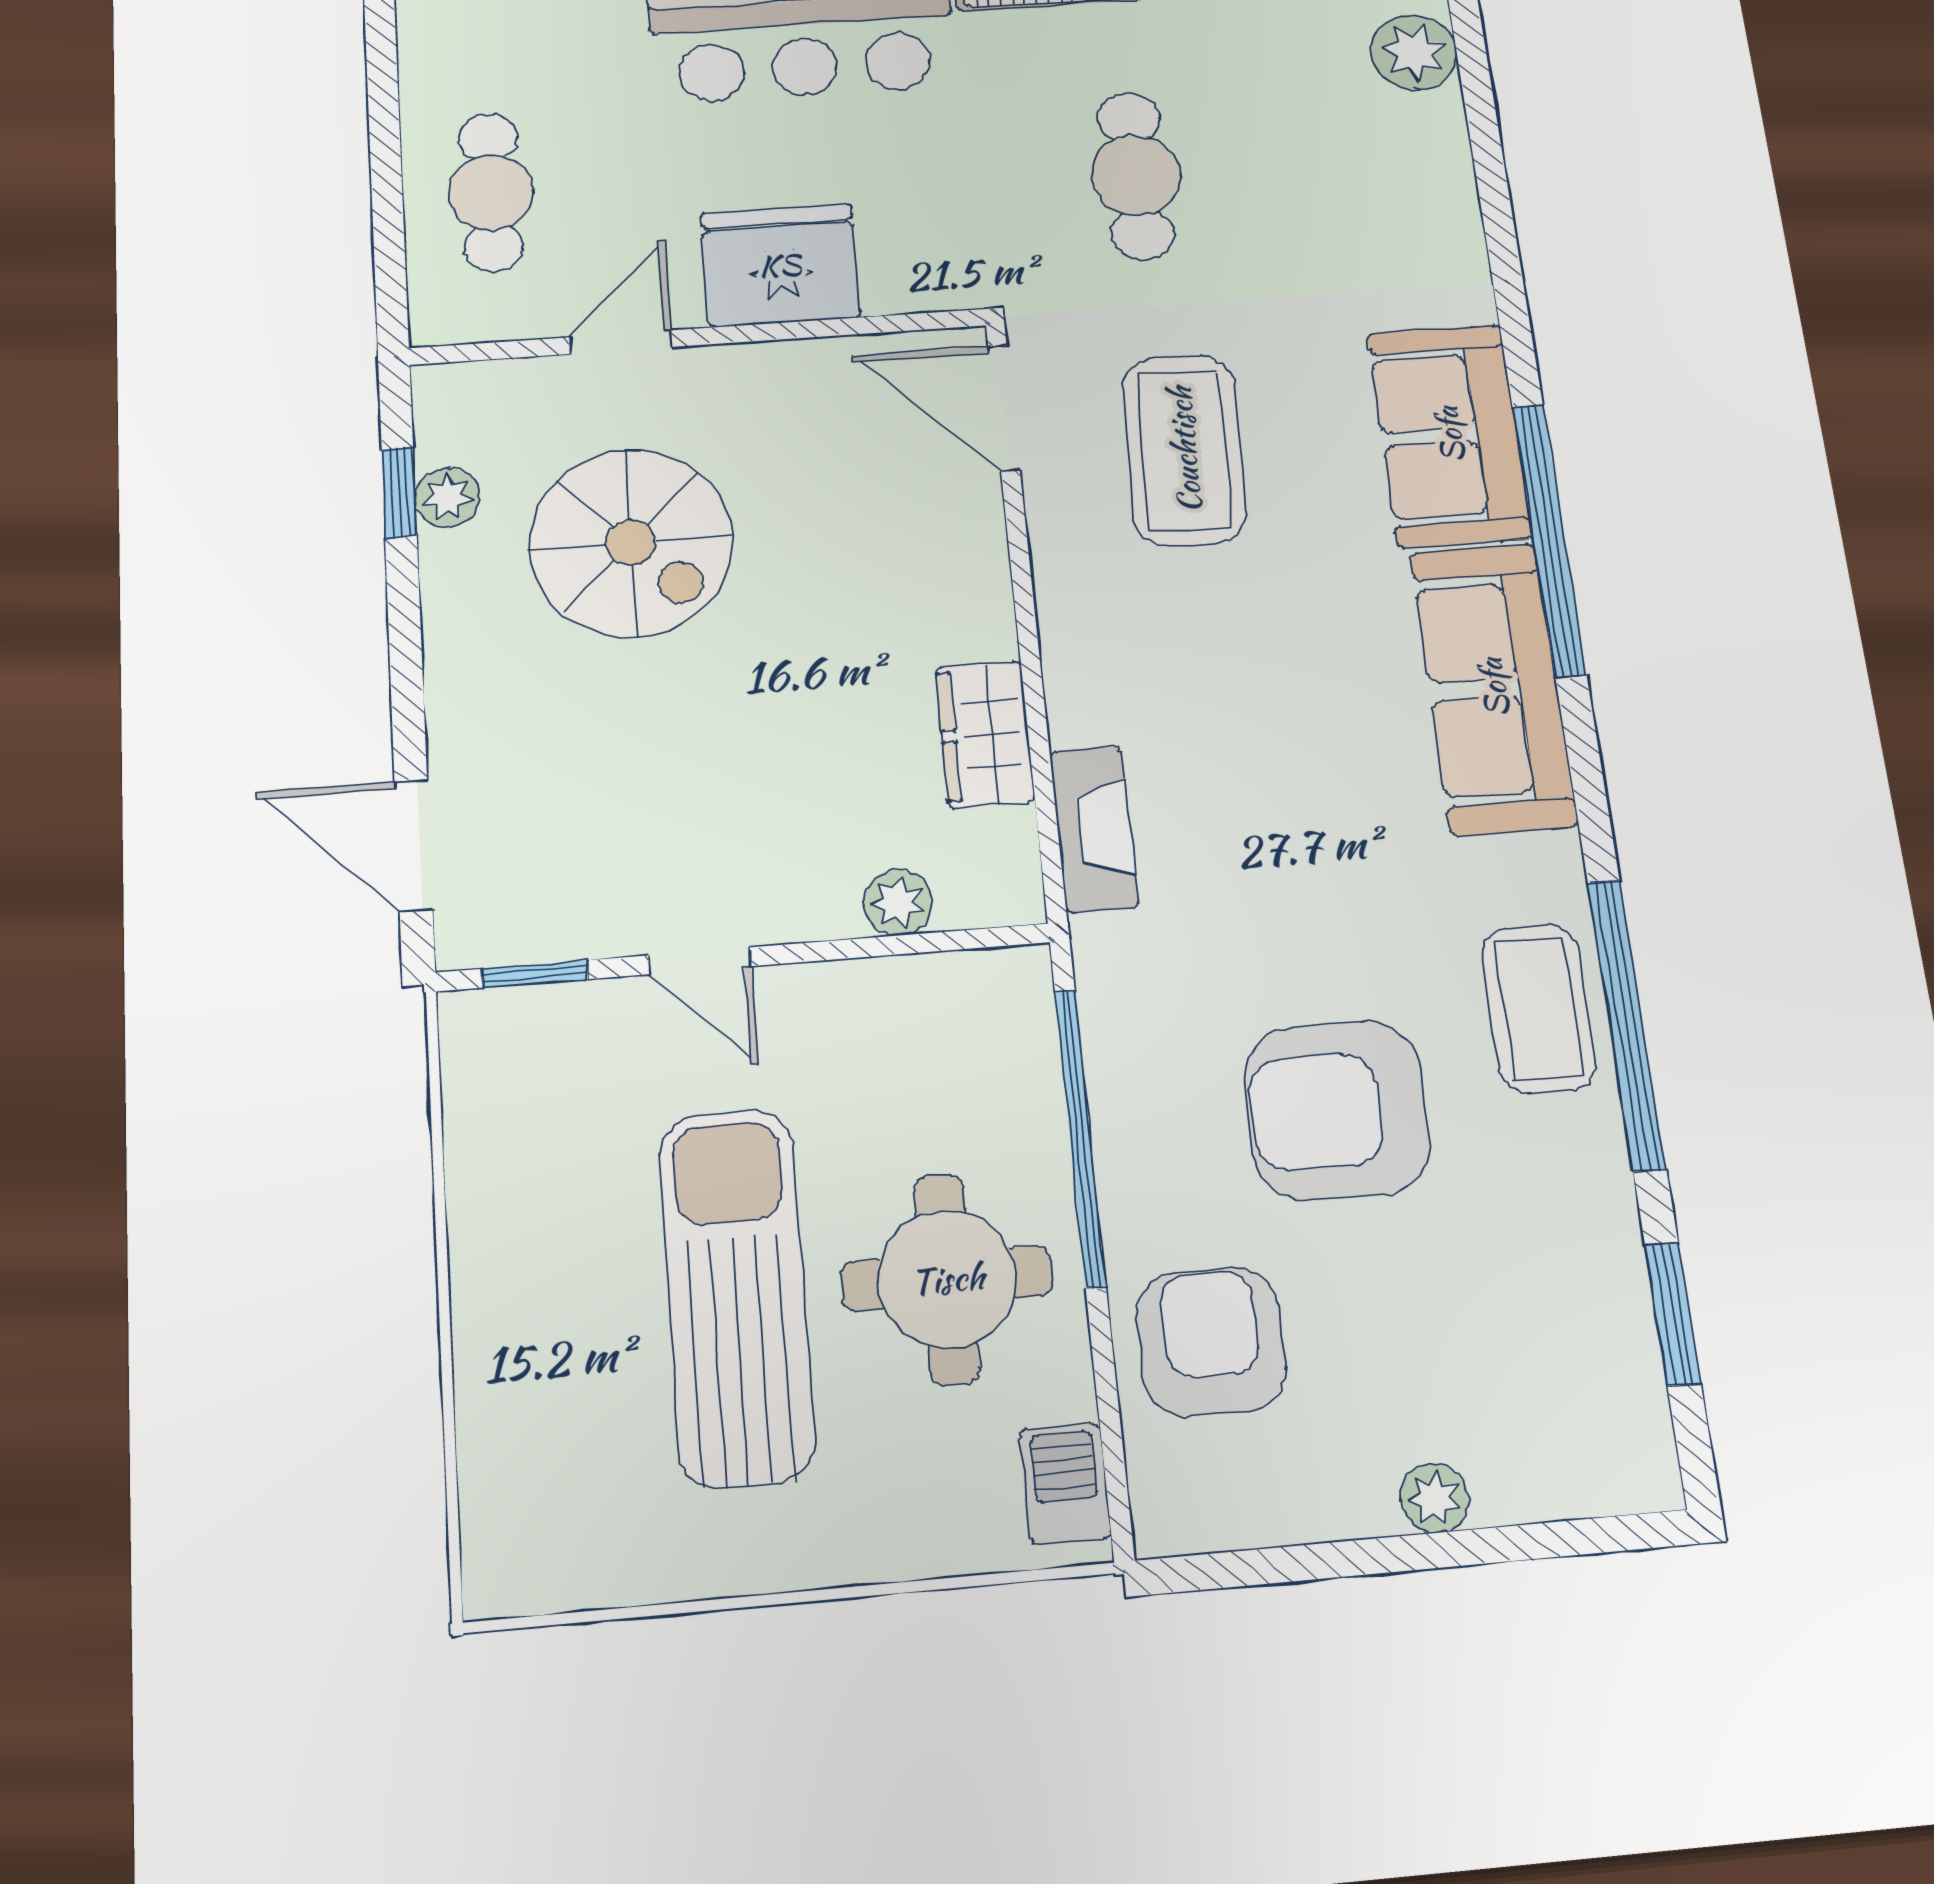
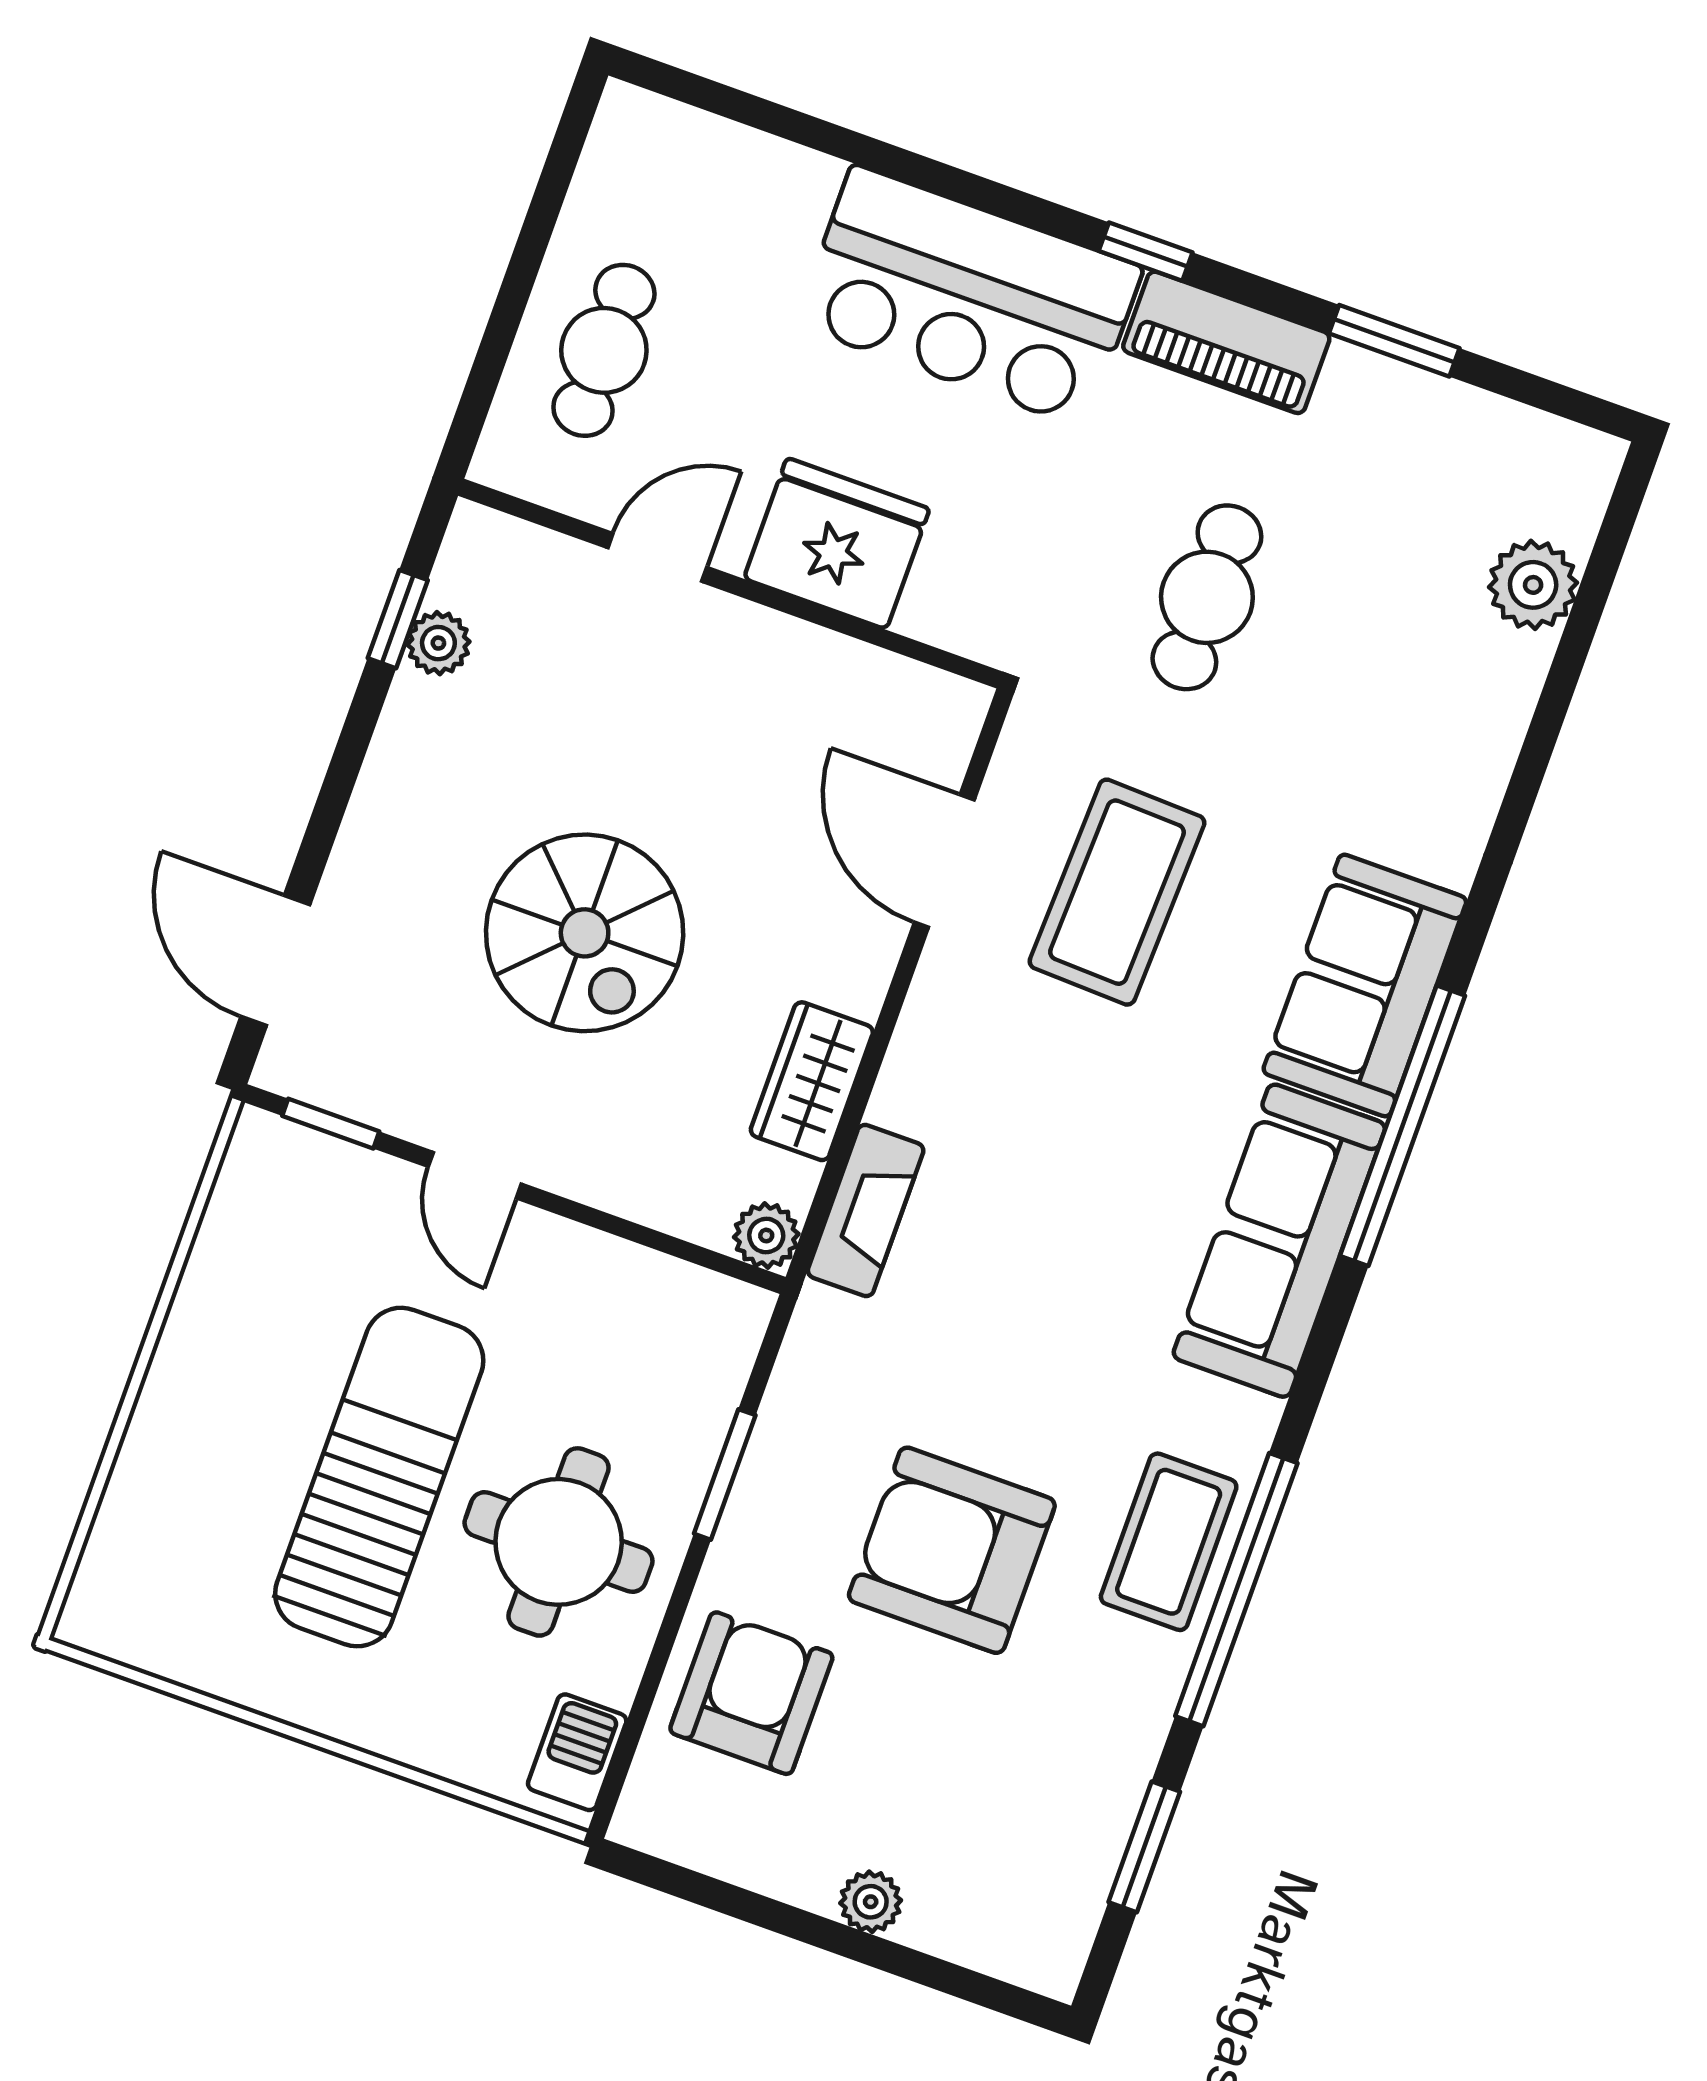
door: (1004, 408) -> (944, 861), moved
spiral stairs: (631, 543) -> (585, 933), moved
plant: (898, 902) -> (766, 1236), moved
window: (1080, 1138) -> (725, 1474), width x0.47

